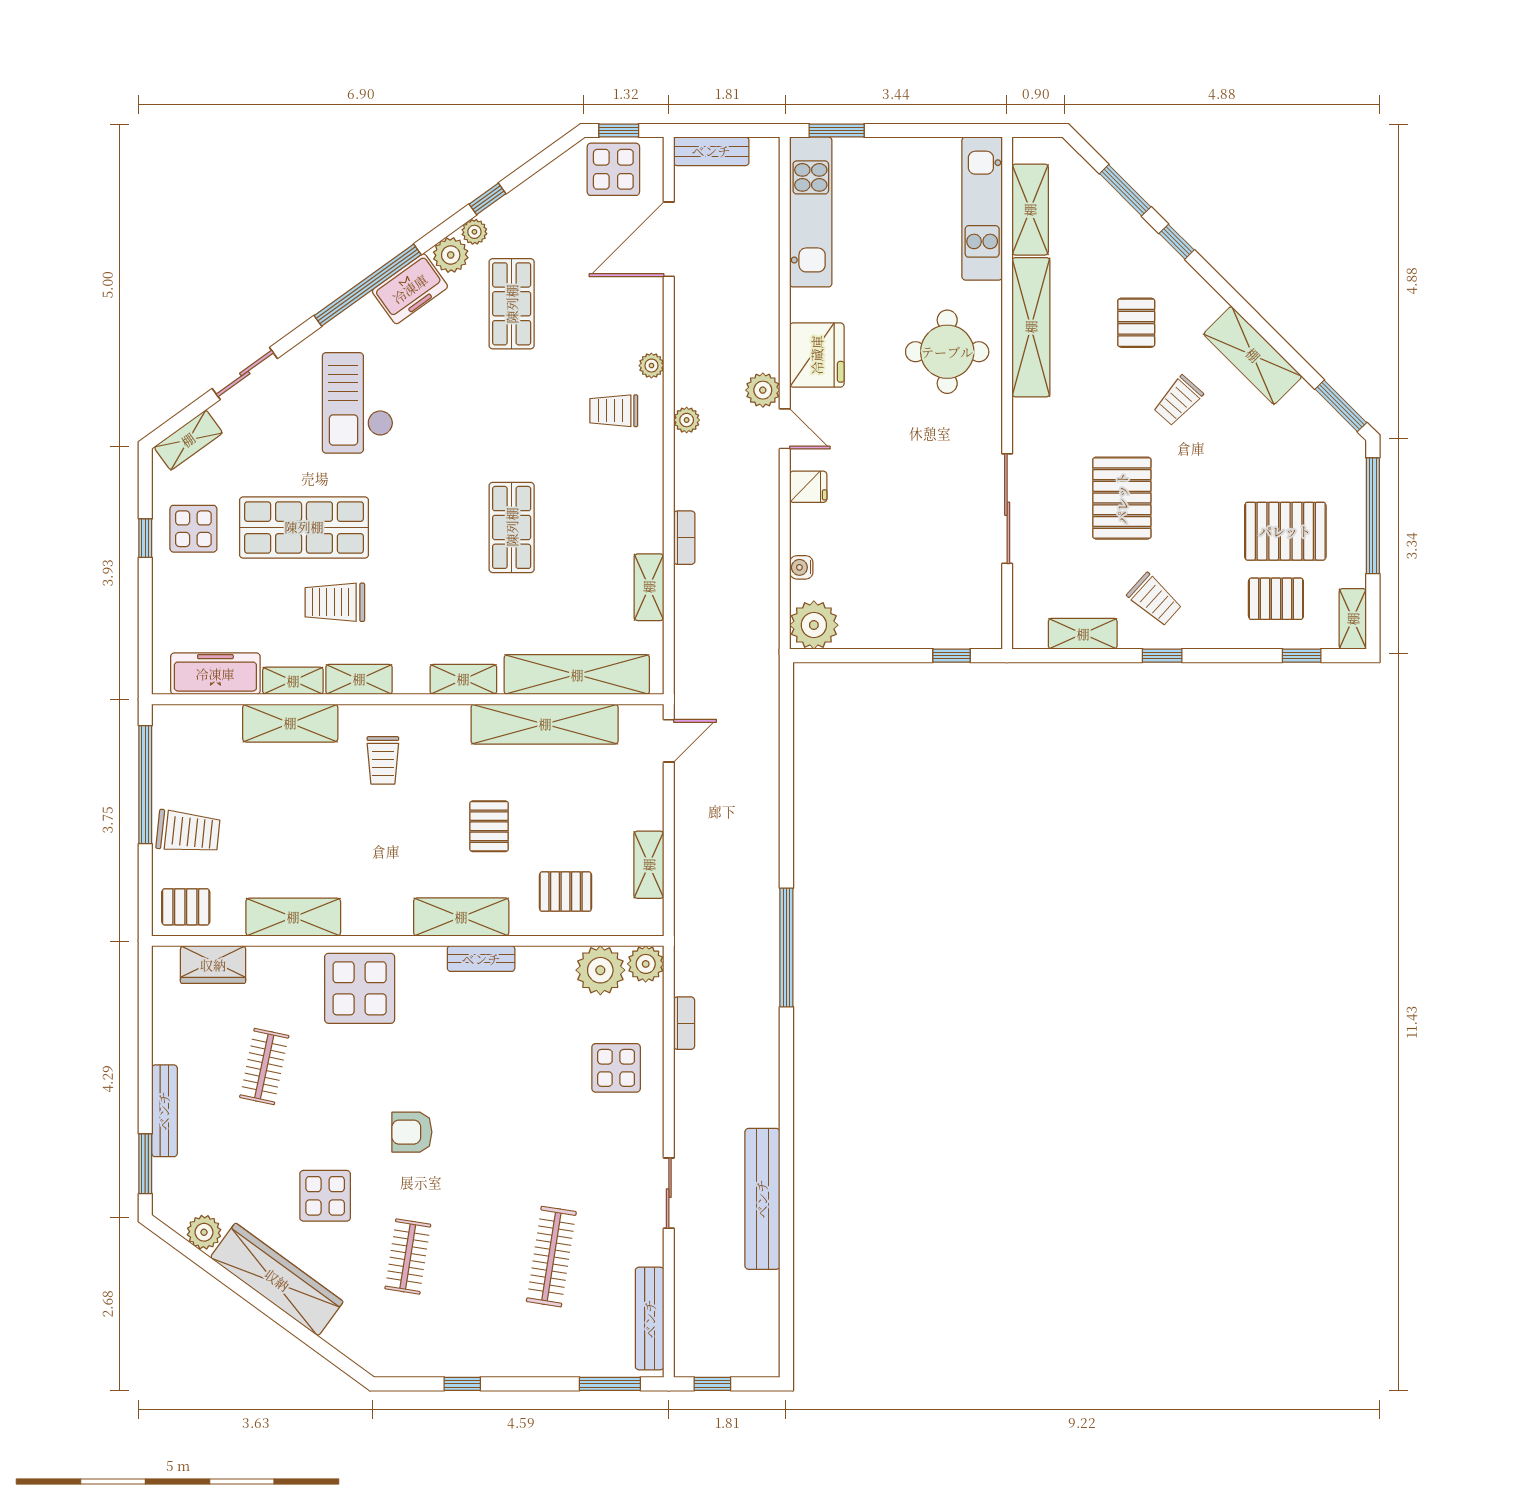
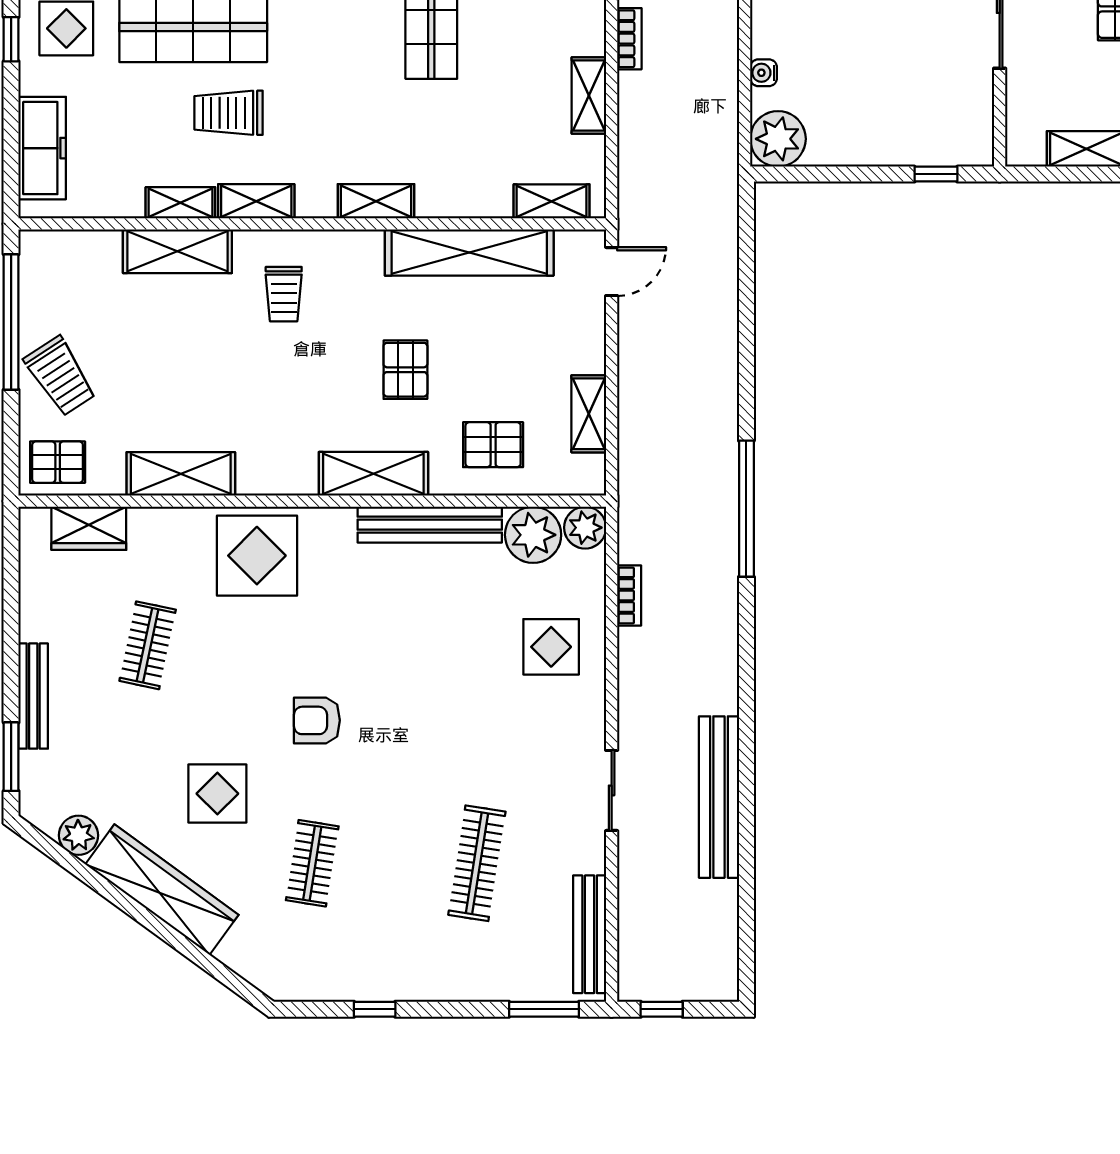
freezer: (215, 674) -> (42, 148), moved, turned 90
shelving: (577, 675) -> (552, 201), width x0.45, depth x0.75
trolley: (188, 832) -> (60, 376), turned 51
bench: (481, 959) -> (430, 525), width x1.86, depth x1.21

